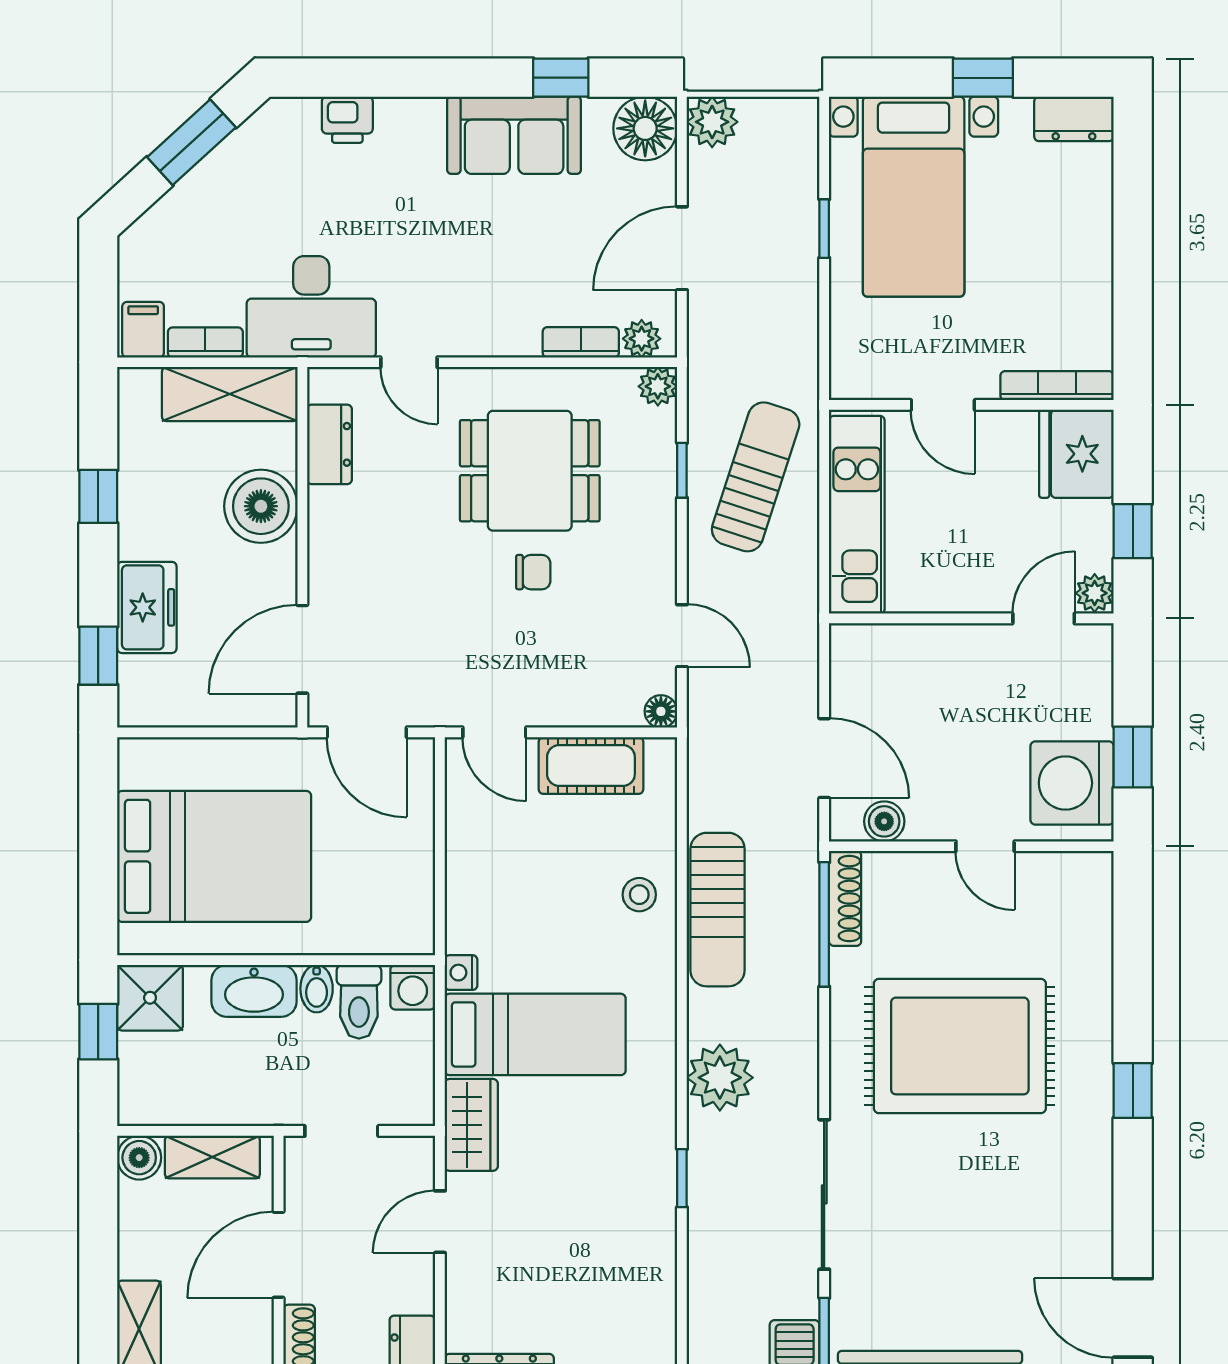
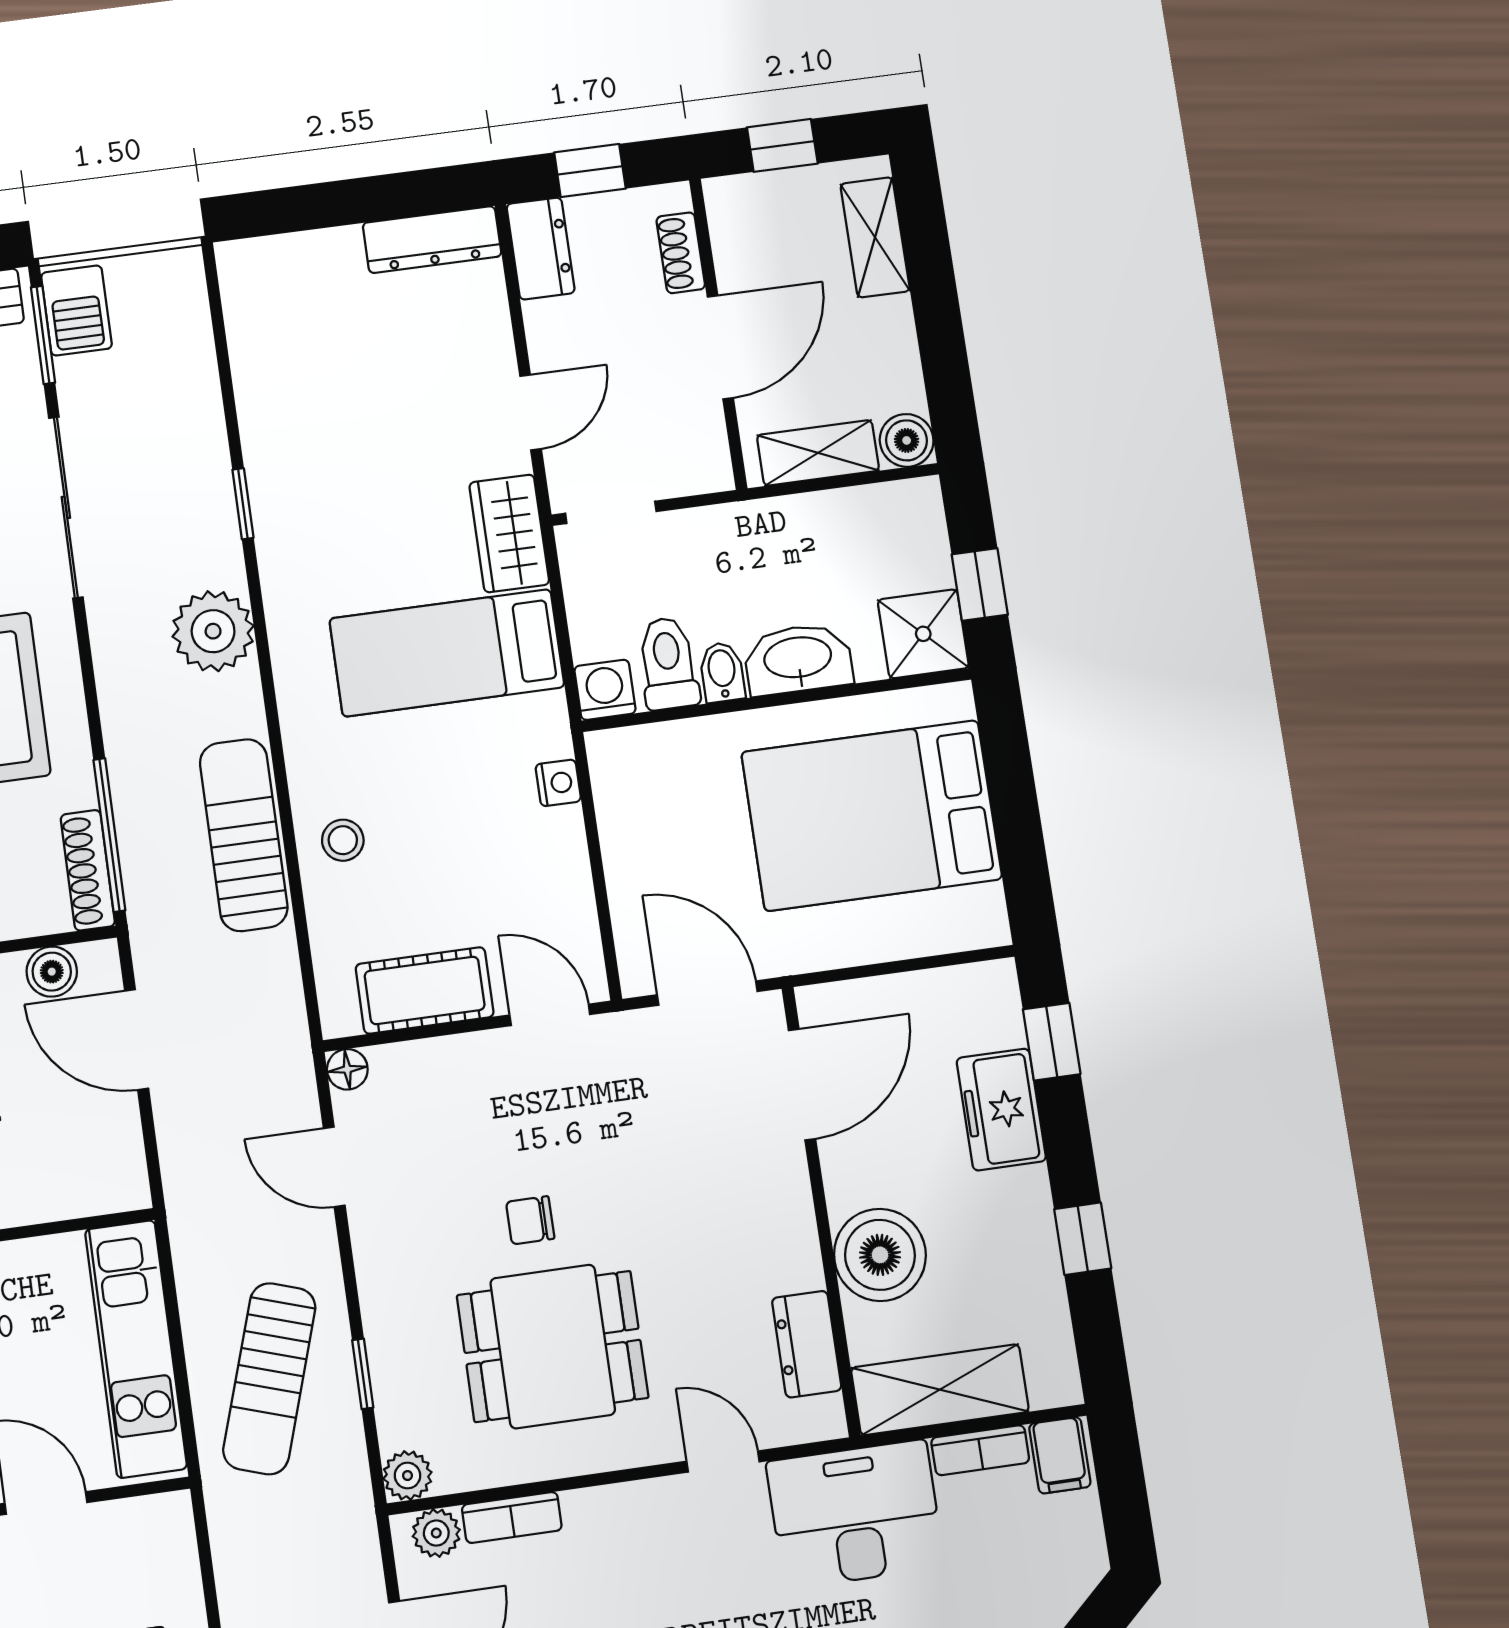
nightstand: (461, 973) -> (558, 783), moved
doorway: (341, 1131) -> (611, 512), moved

